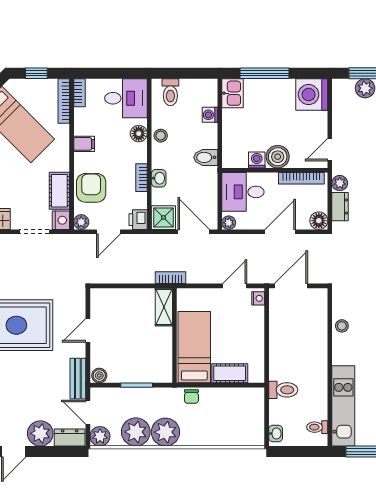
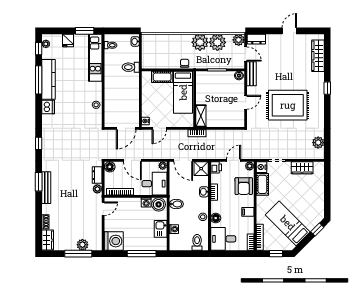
kitchen sink: (232, 93) -> (161, 229), moved
boiler: (278, 157) -> (159, 204), moved
door: (280, 232) -> (132, 160), hinge flipped
plant: (40, 433) -> (274, 42), removed

